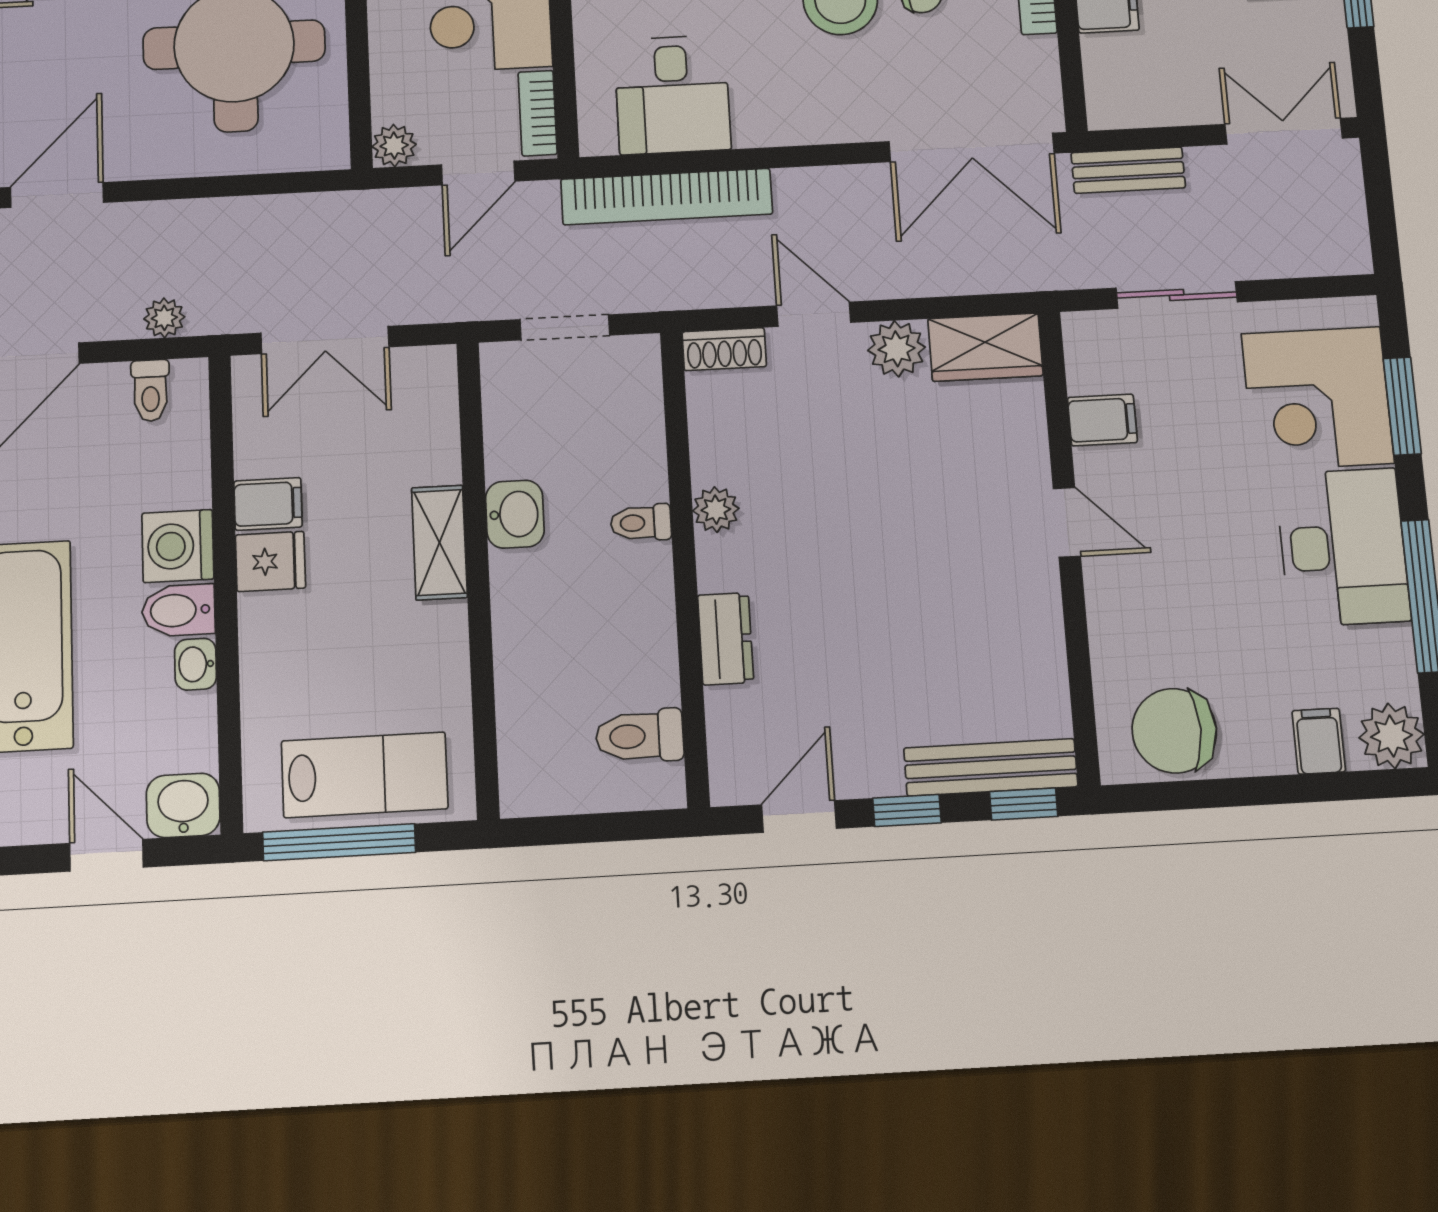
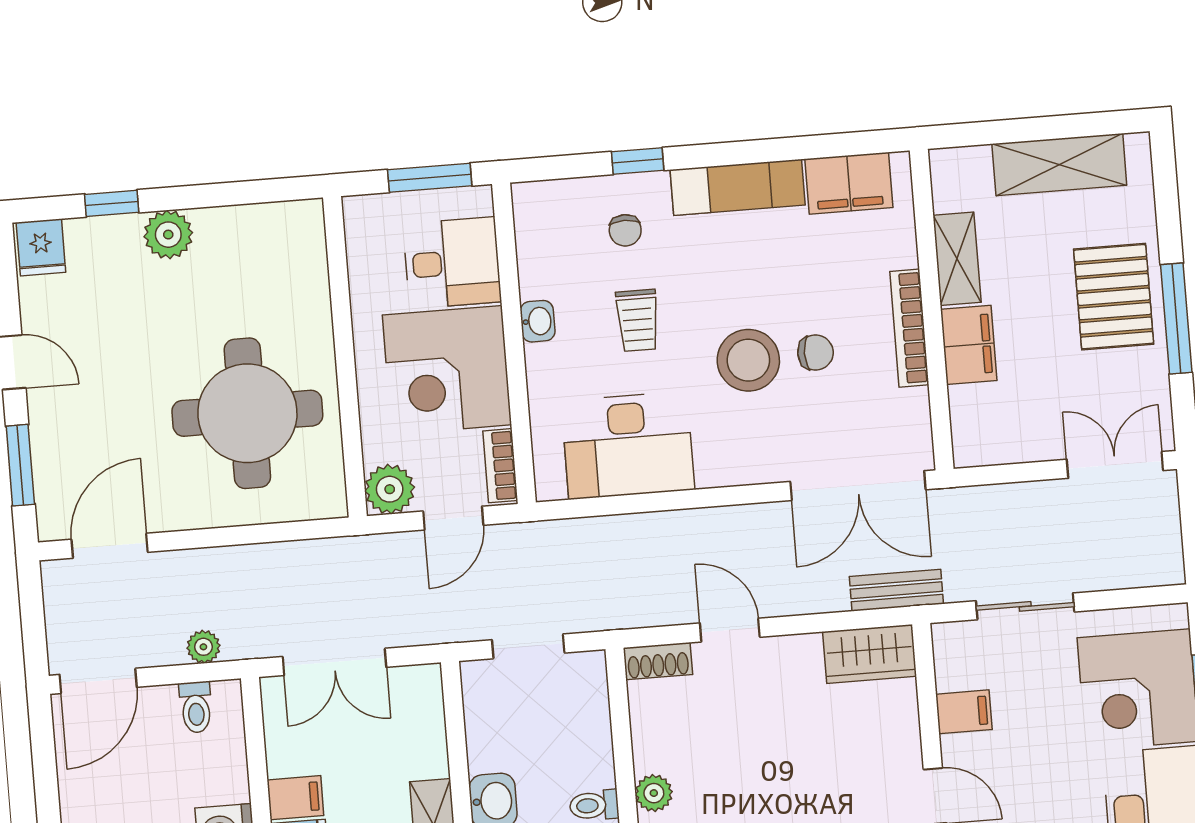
desk: (672, 95) -> (628, 445), width x1.37
plant: (394, 146) -> (390, 489), width x1.38, depth x1.38
bench: (1128, 170) -> (896, 590), moved
bookcase: (667, 197) -> (608, 534), removed
plant: (897, 349) -> (797, 657), removed

